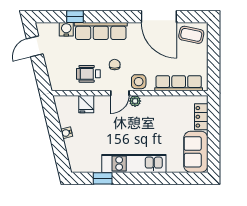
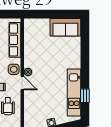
fridge: (86, 104) -> (30, 108), removed
locker: (201, 117) -> (40, 23), removed
kitchen unit: (134, 163) -> (74, 92), moved

